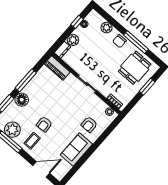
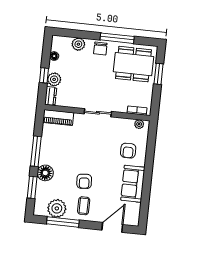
window: (77, 22) -> (44, 75), moved
dining table: (135, 68) -> (133, 64), width x1.38

